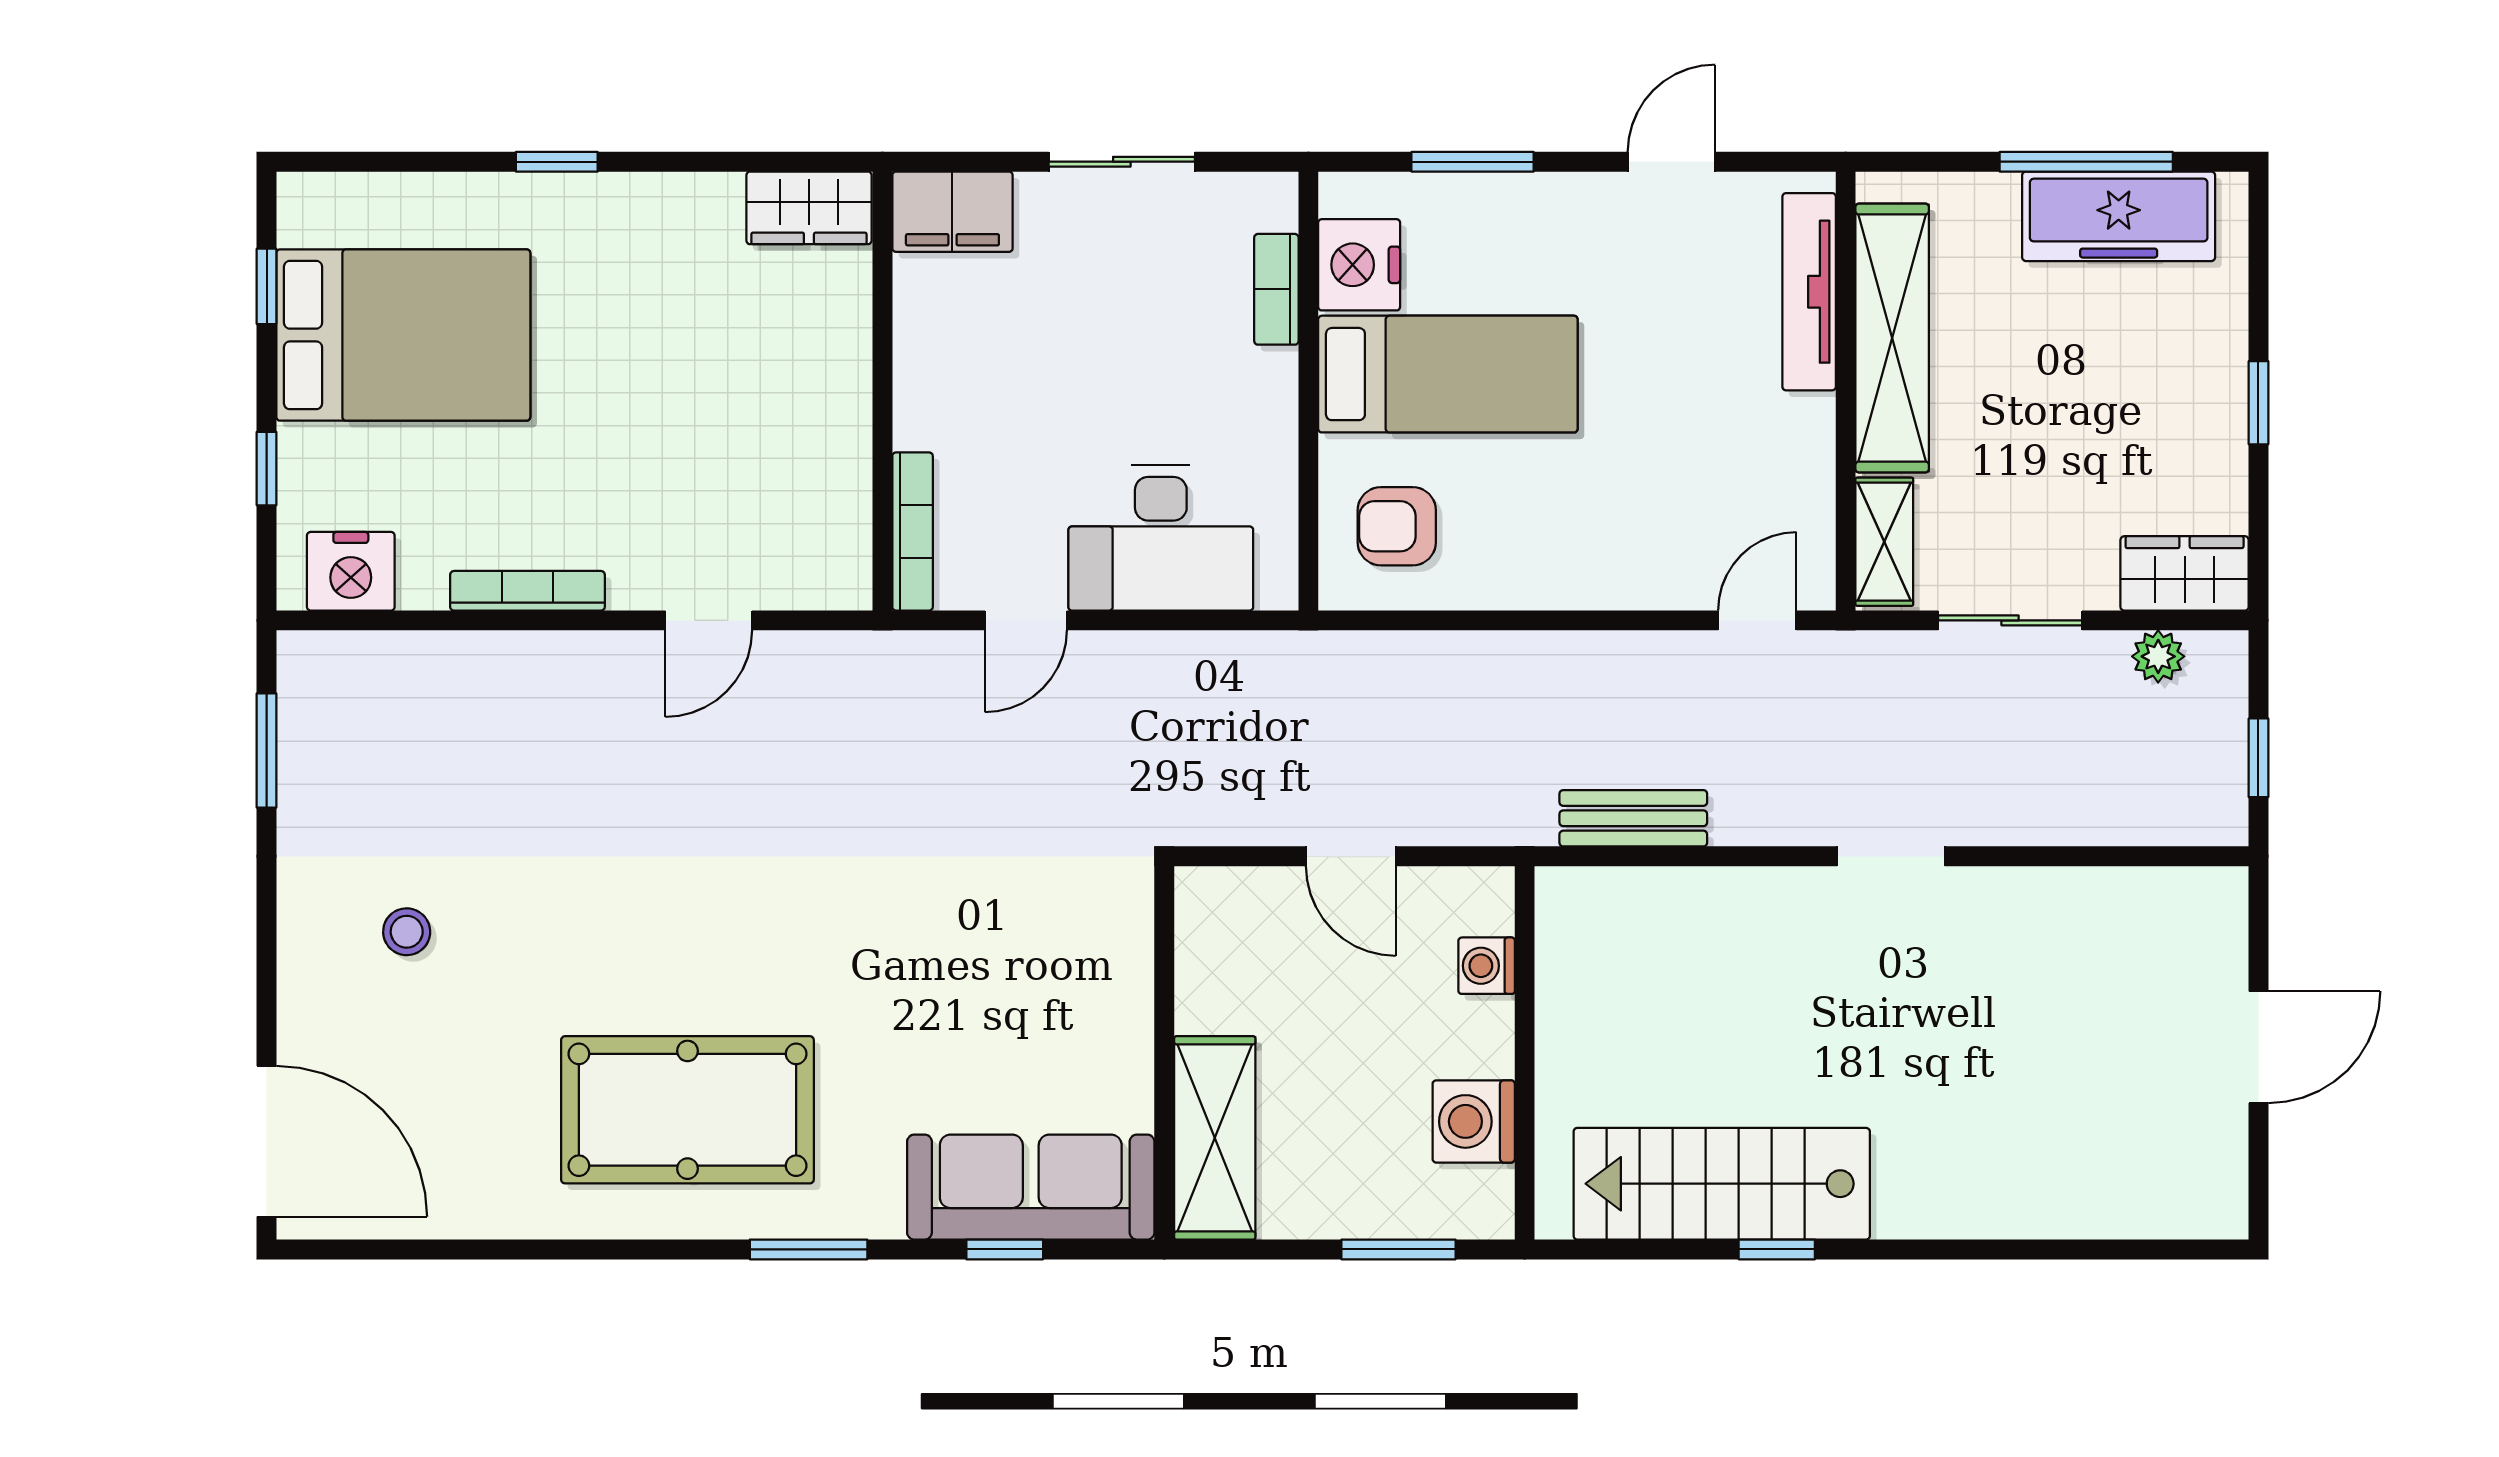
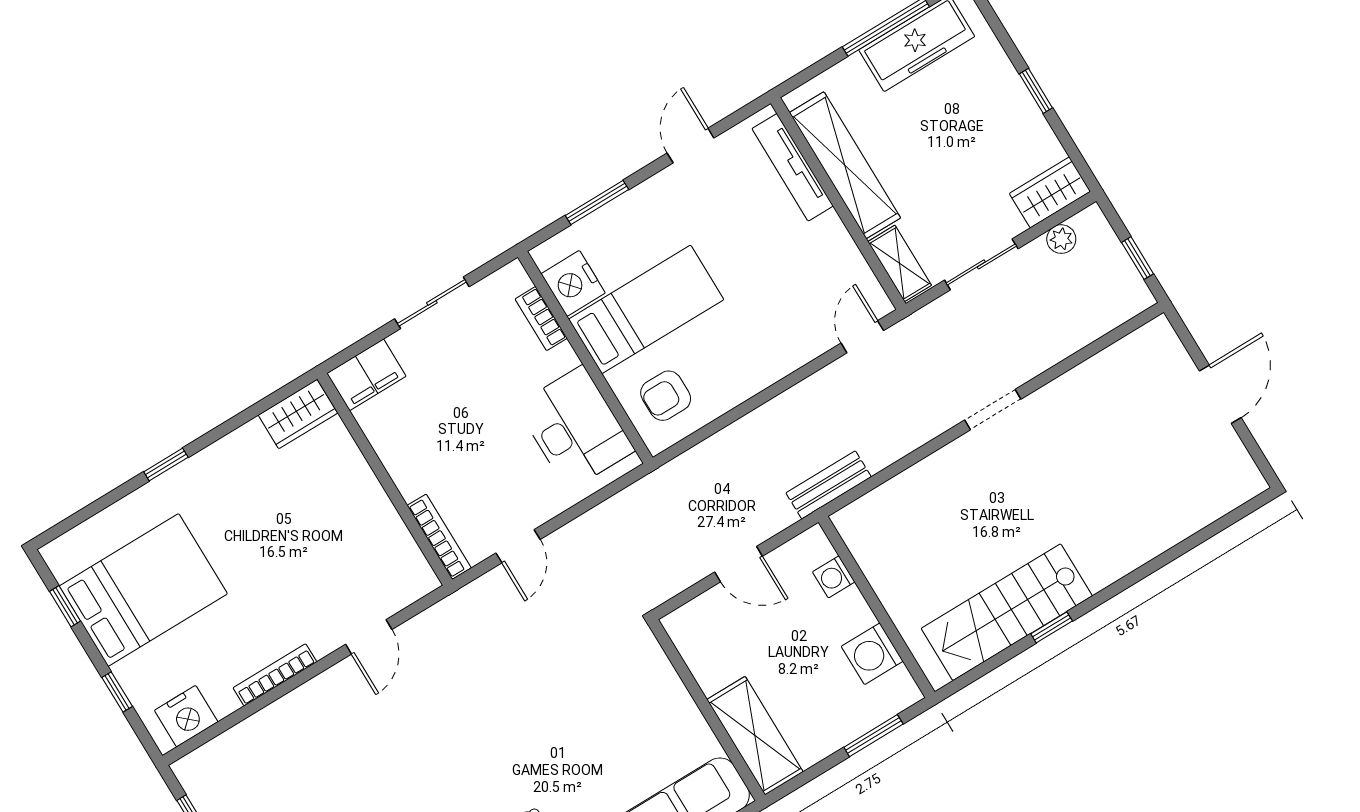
desk: (1161, 538) -> (575, 428), moved, turned -90
bench: (1633, 818) -> (829, 485), moved

